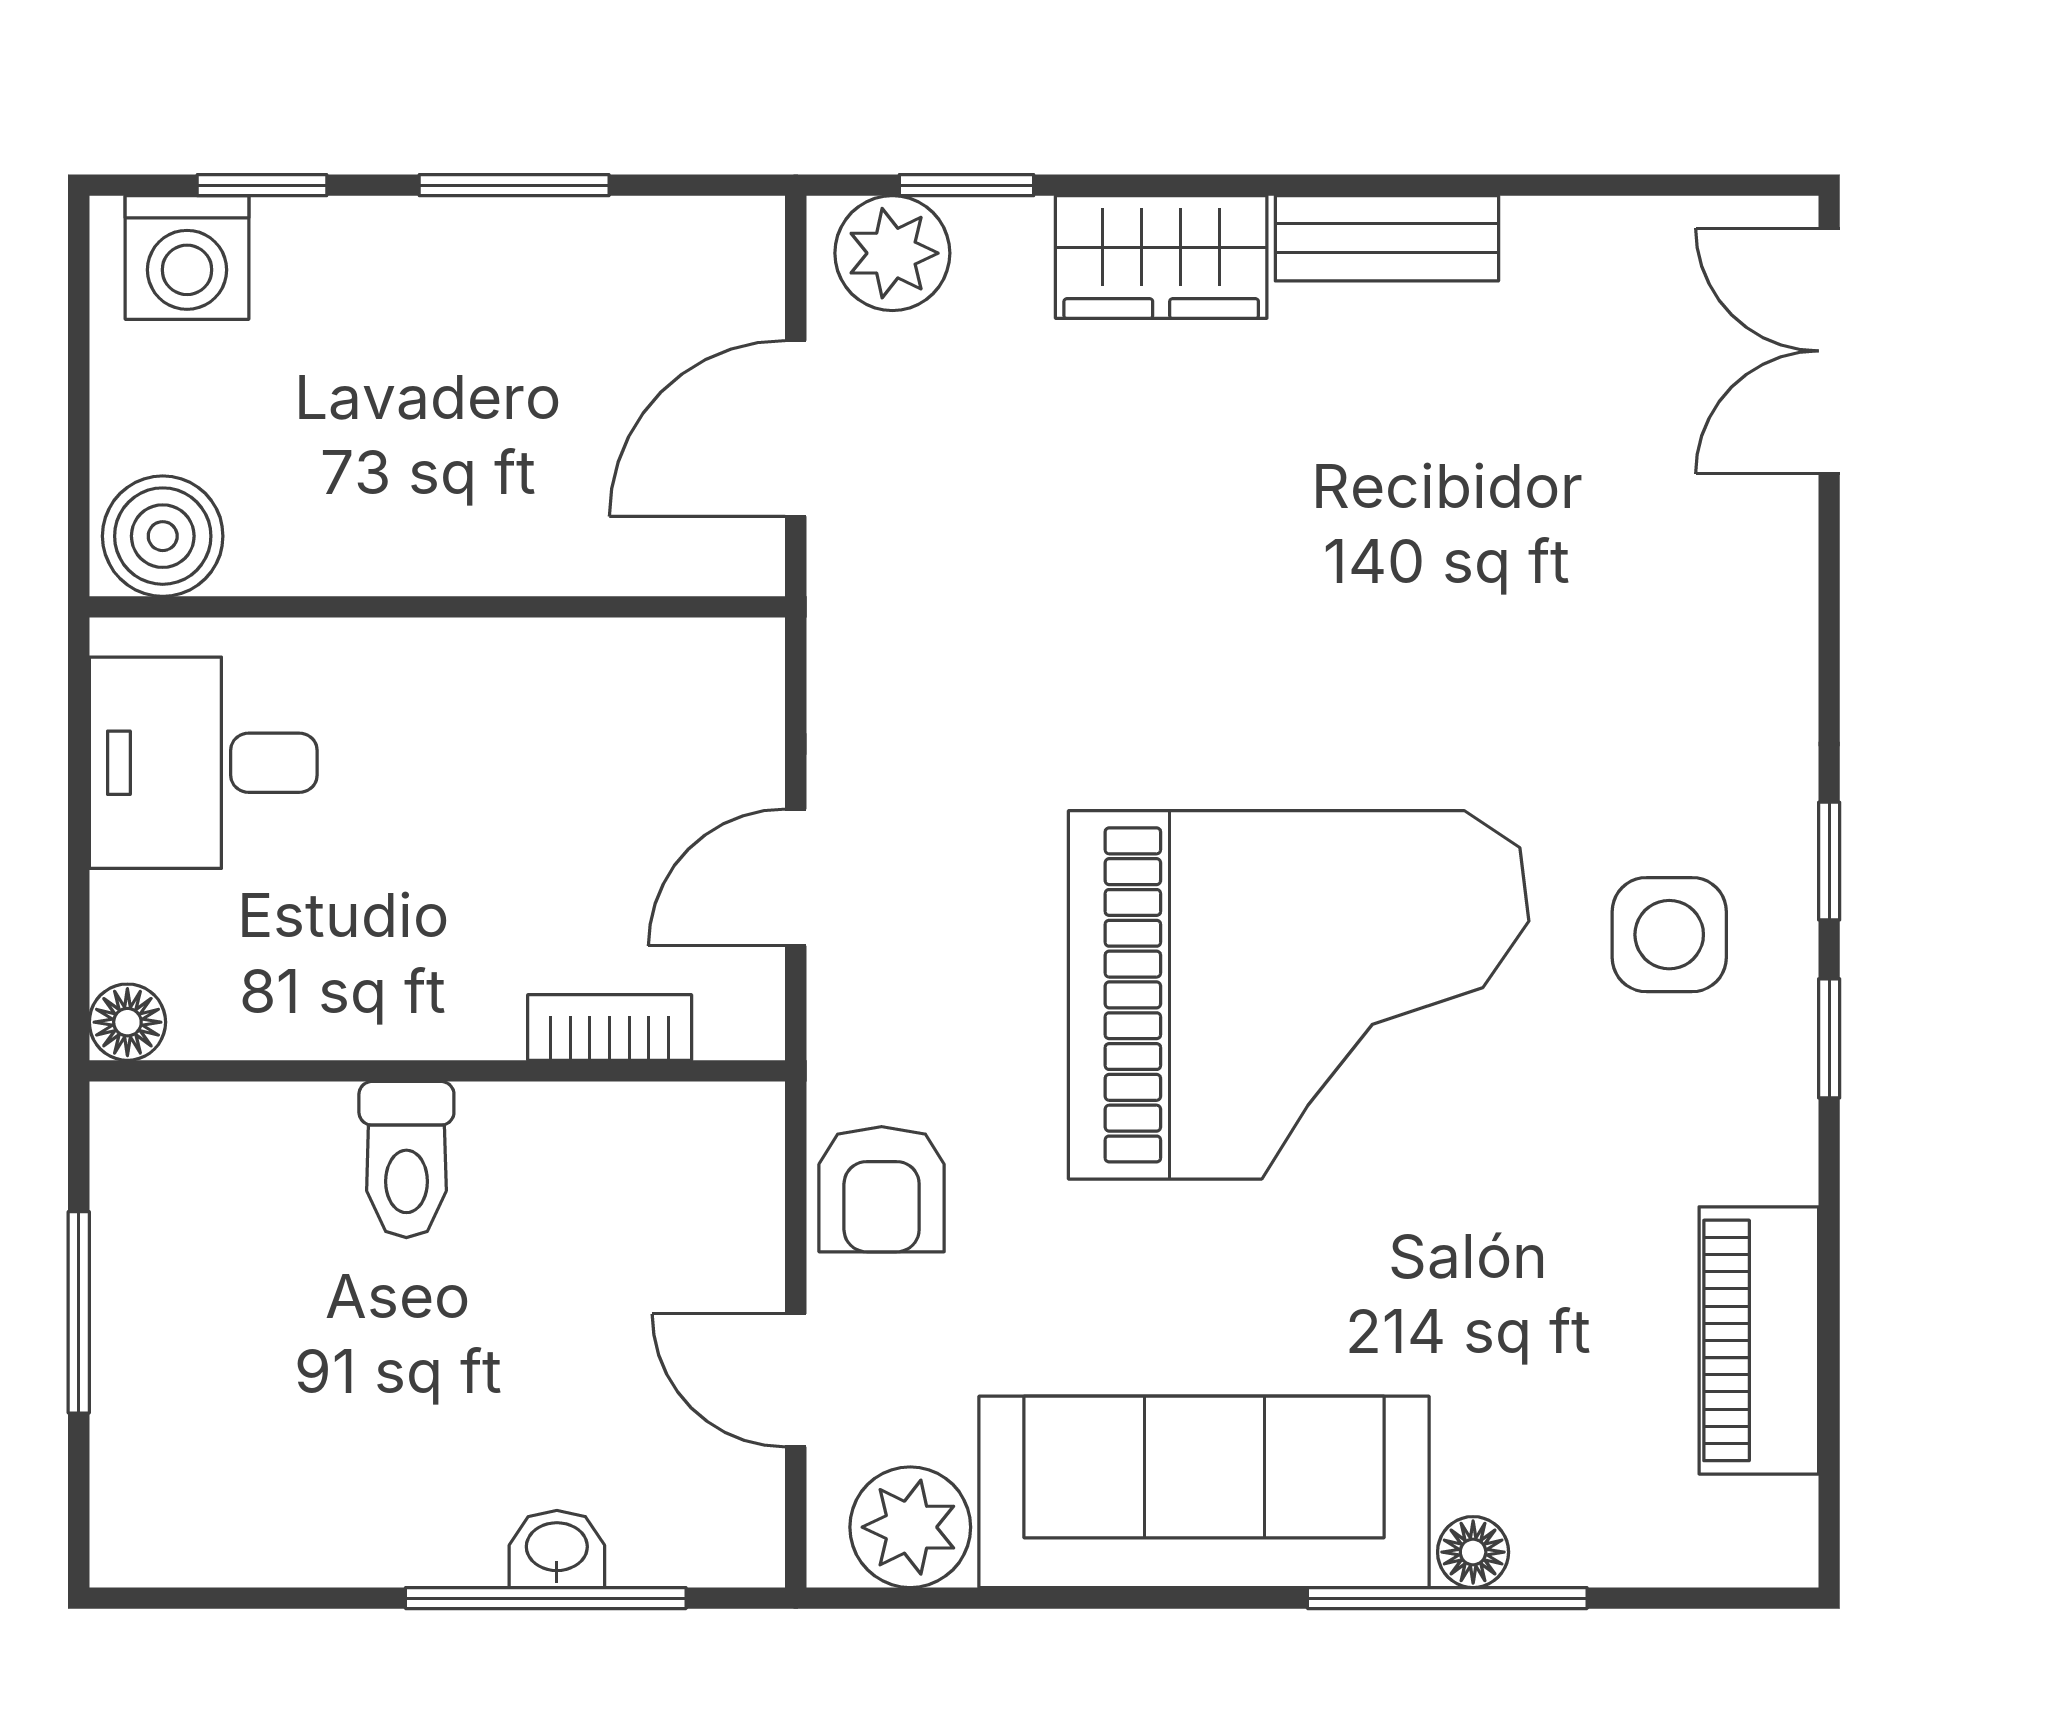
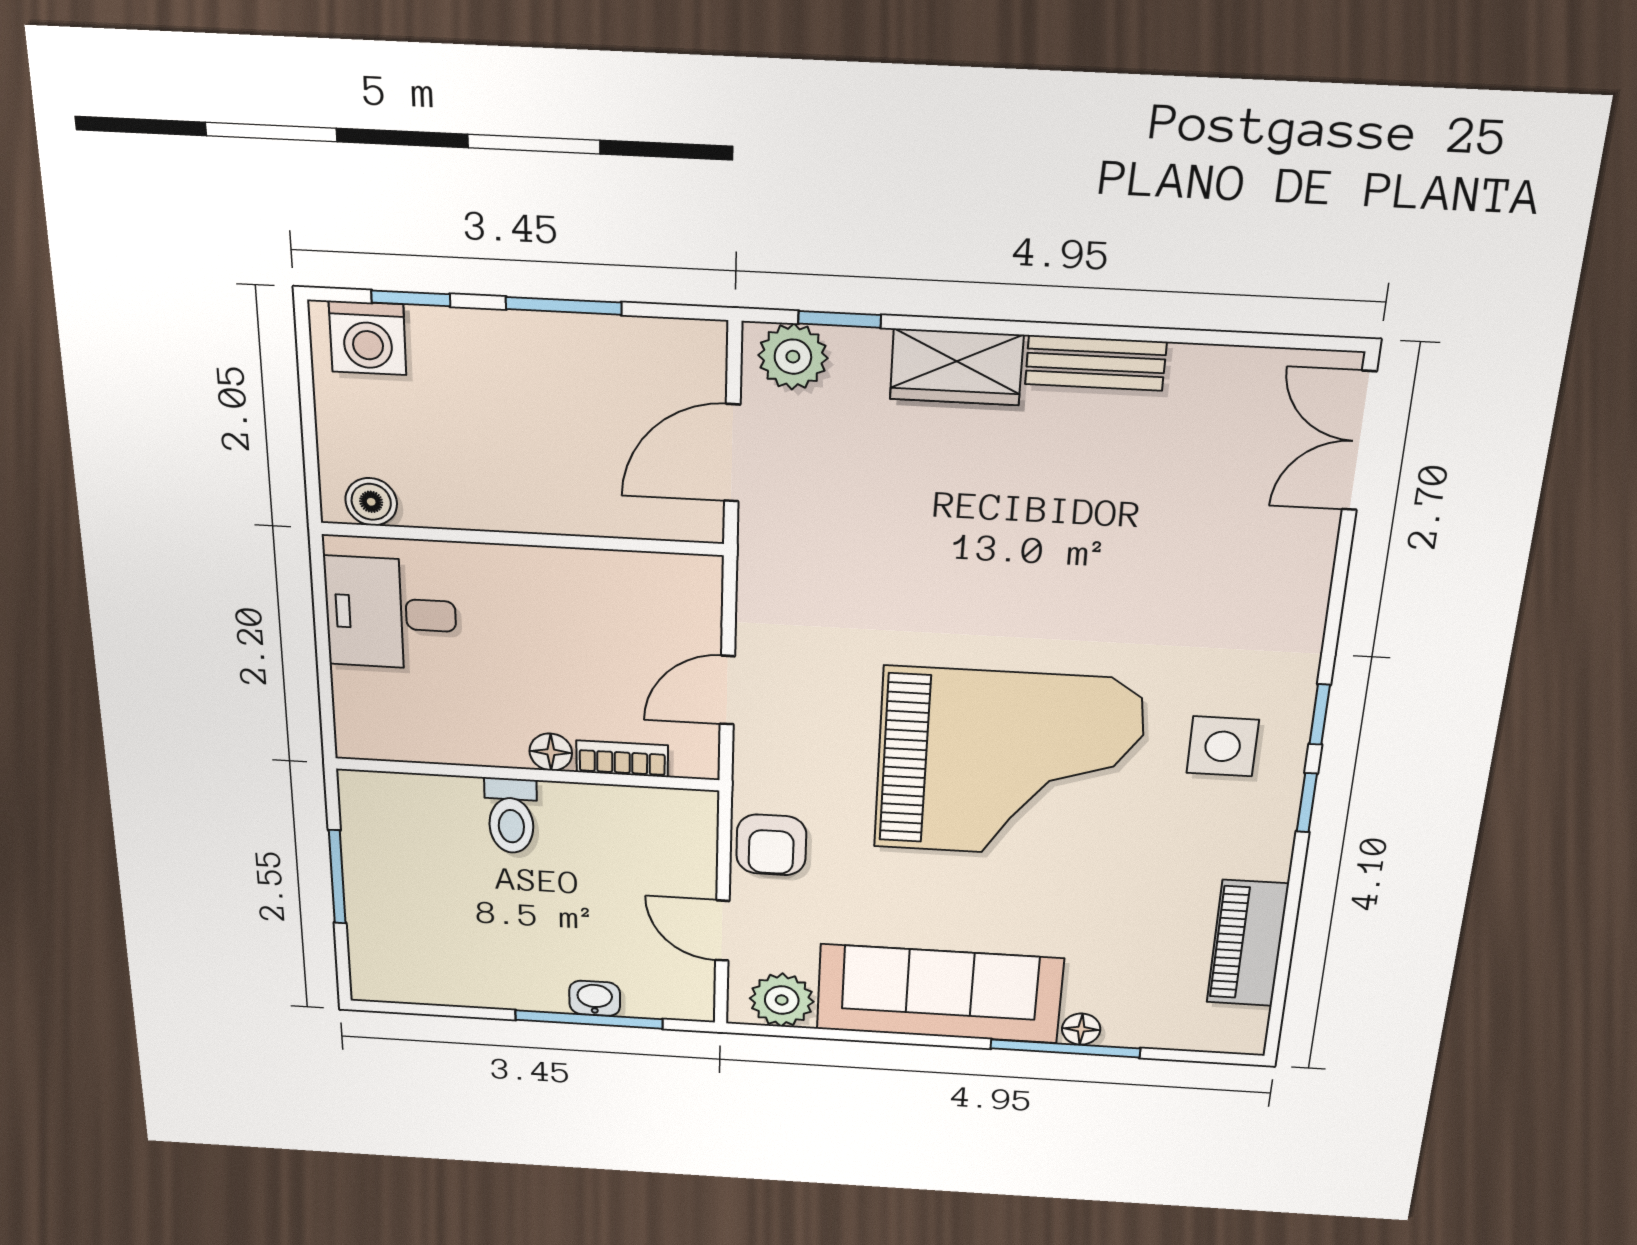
boiler: (163, 536) -> (371, 502), width x0.73, depth x0.73
floor lamp: (127, 1022) -> (551, 752), moved

